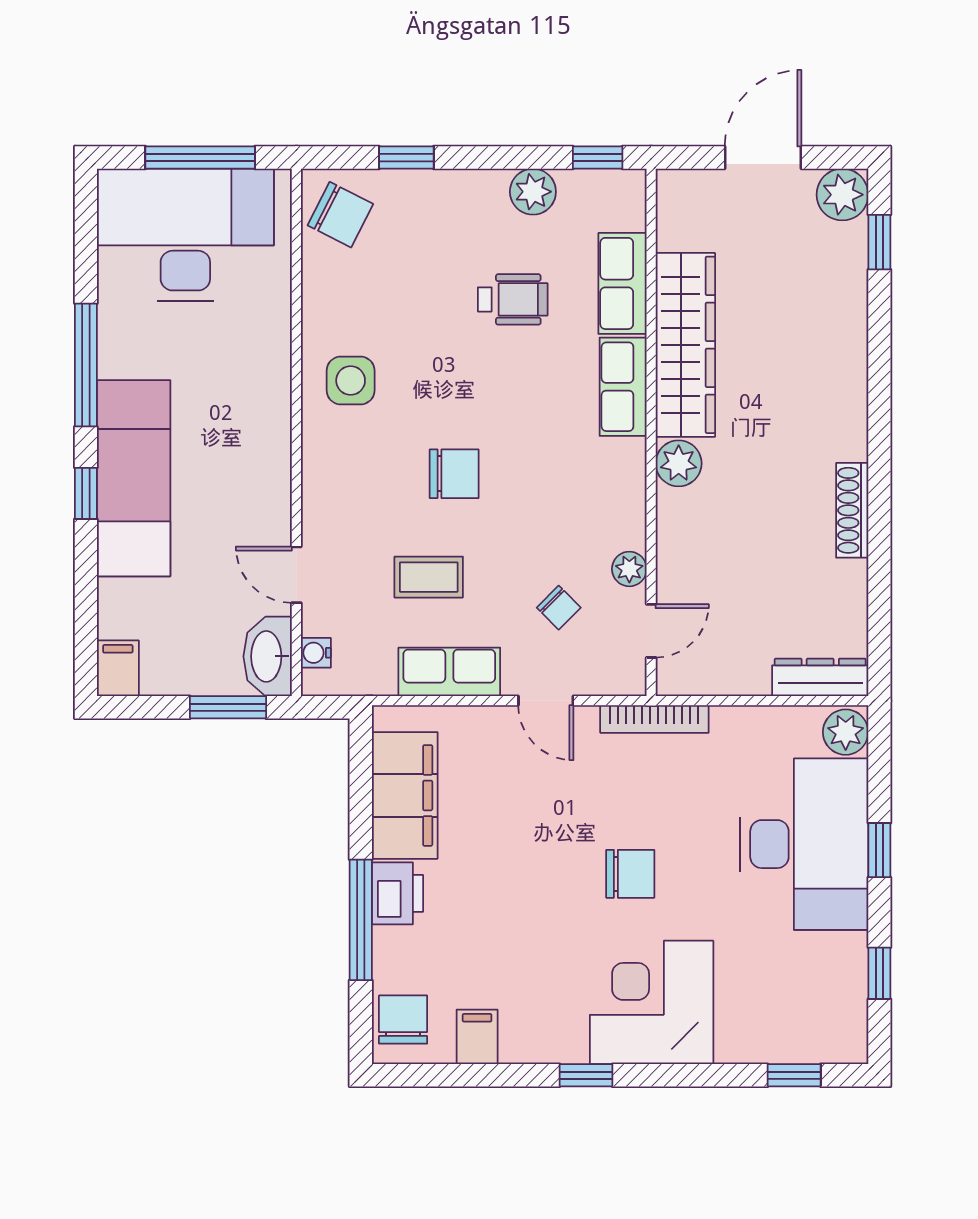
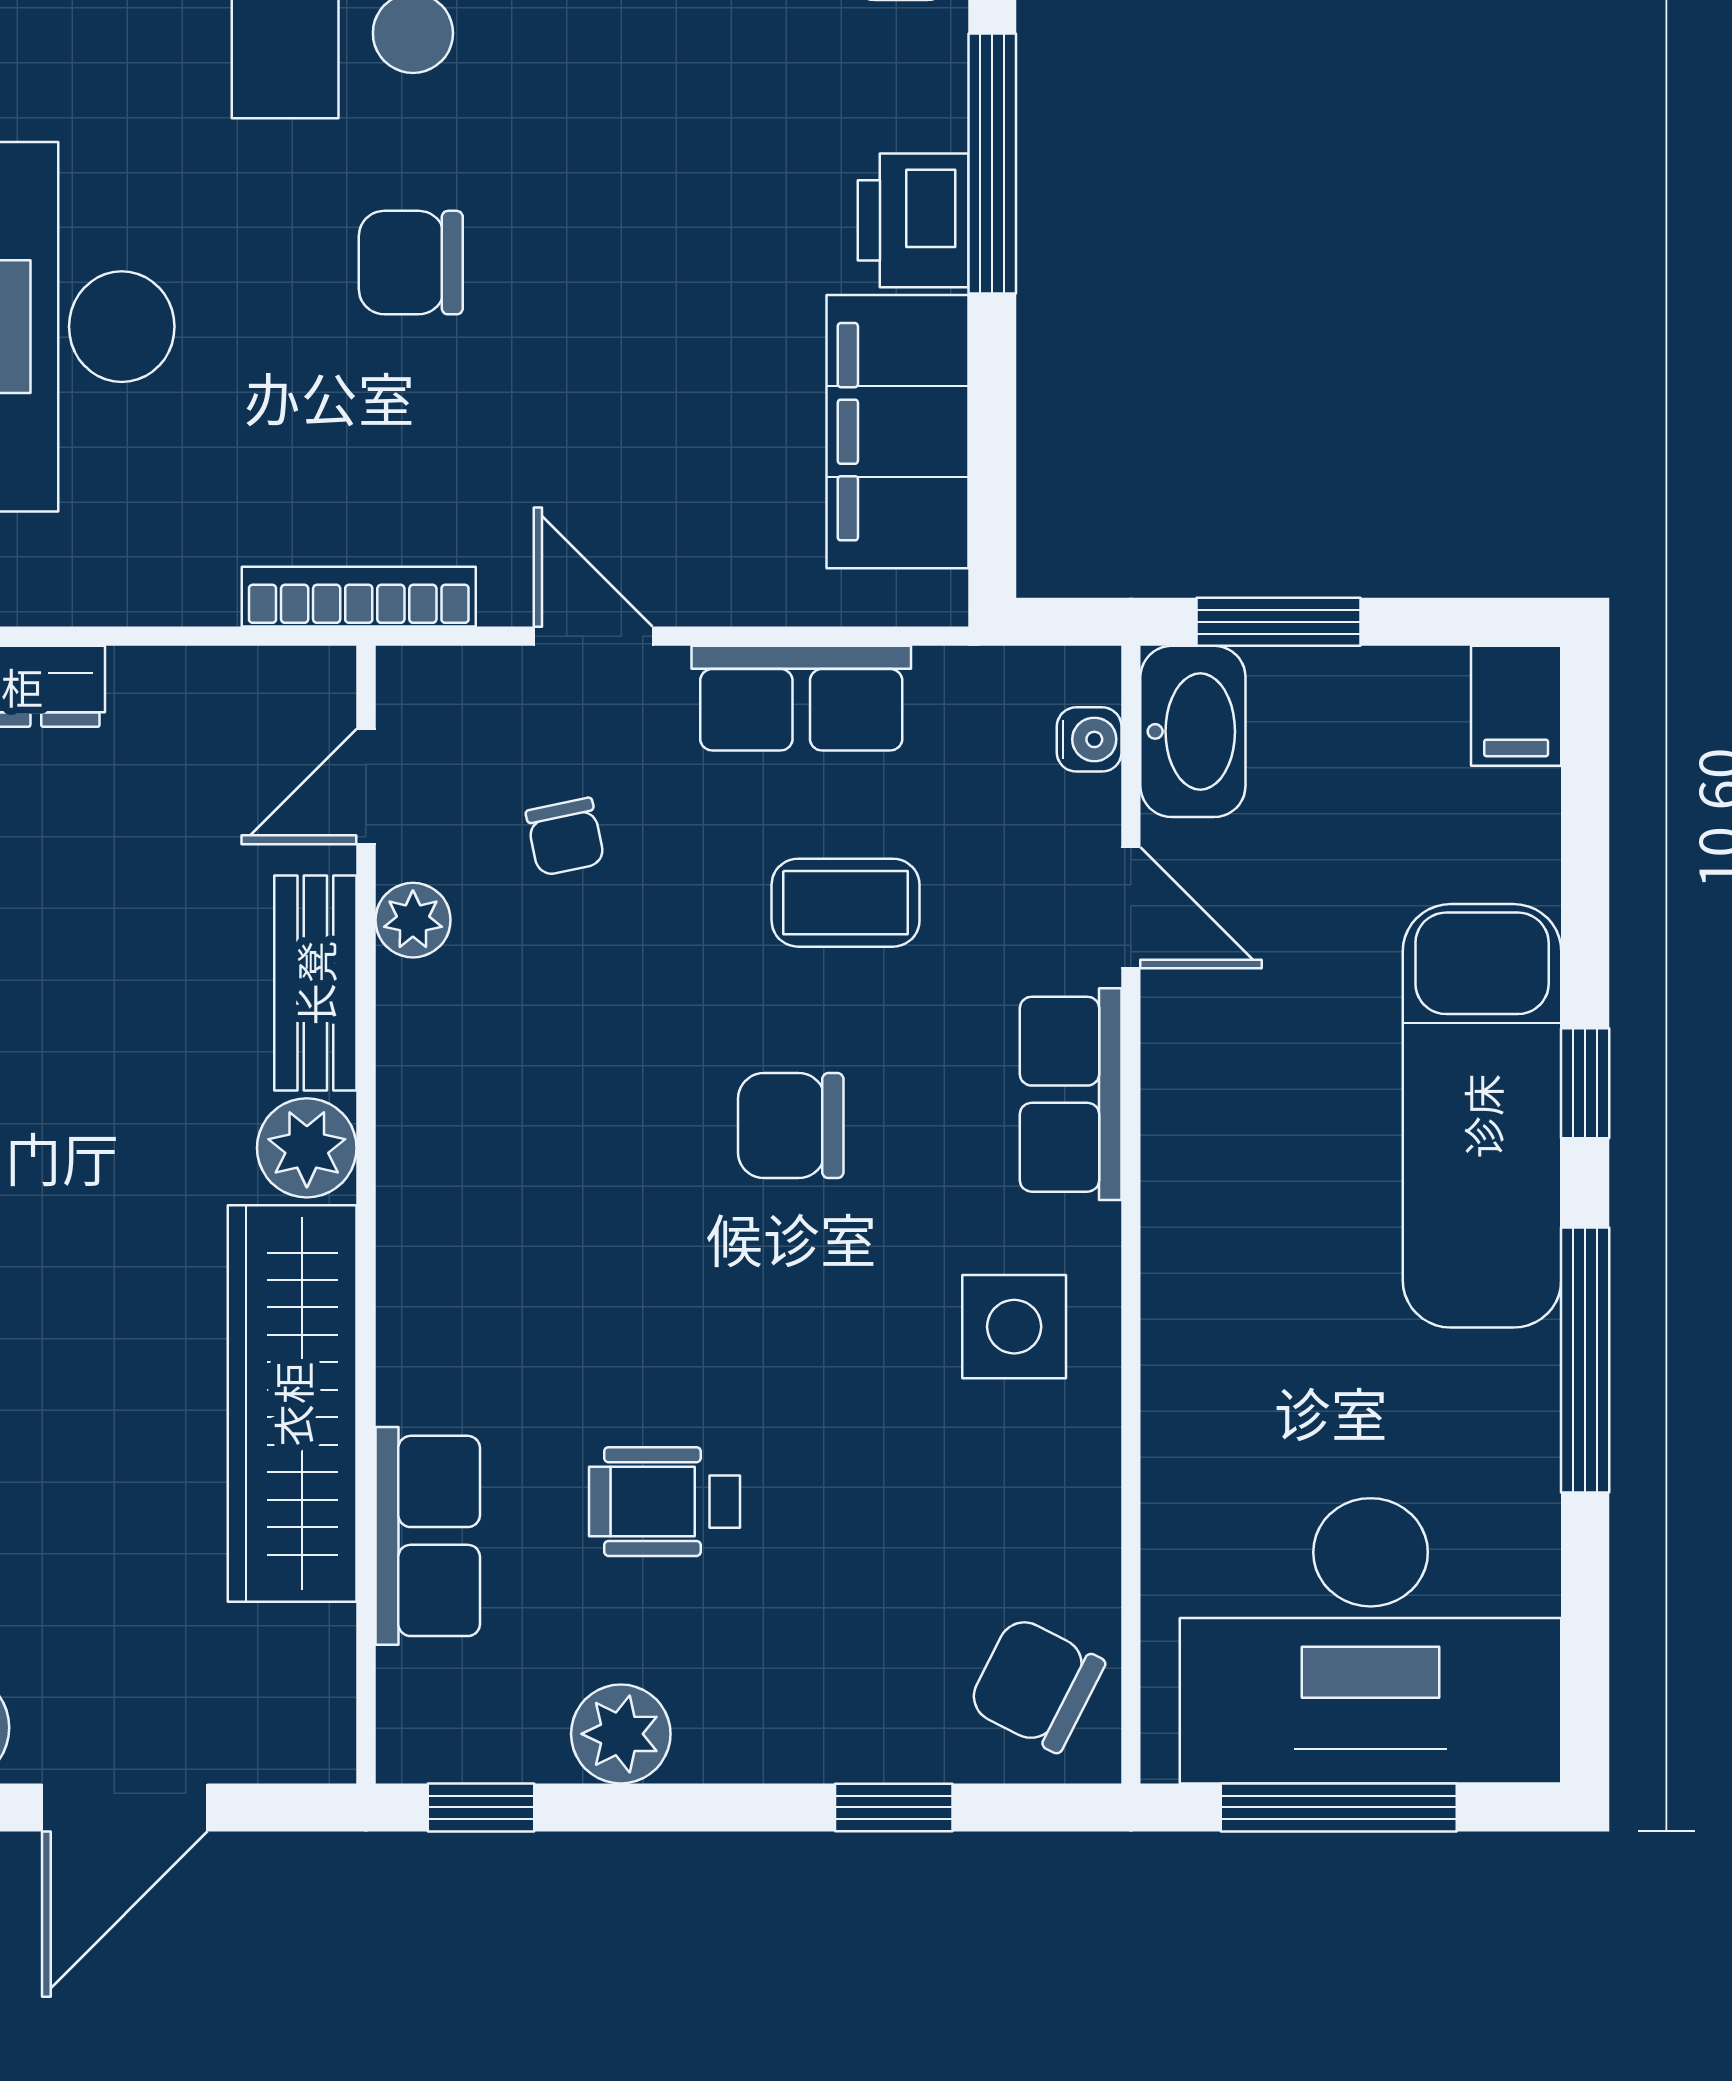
row of seats: (623, 387) -> (1071, 1094), moved, turned 180
bench: (675, 540) -> (315, 983), added
chair: (559, 608) -> (565, 837), turned -147

